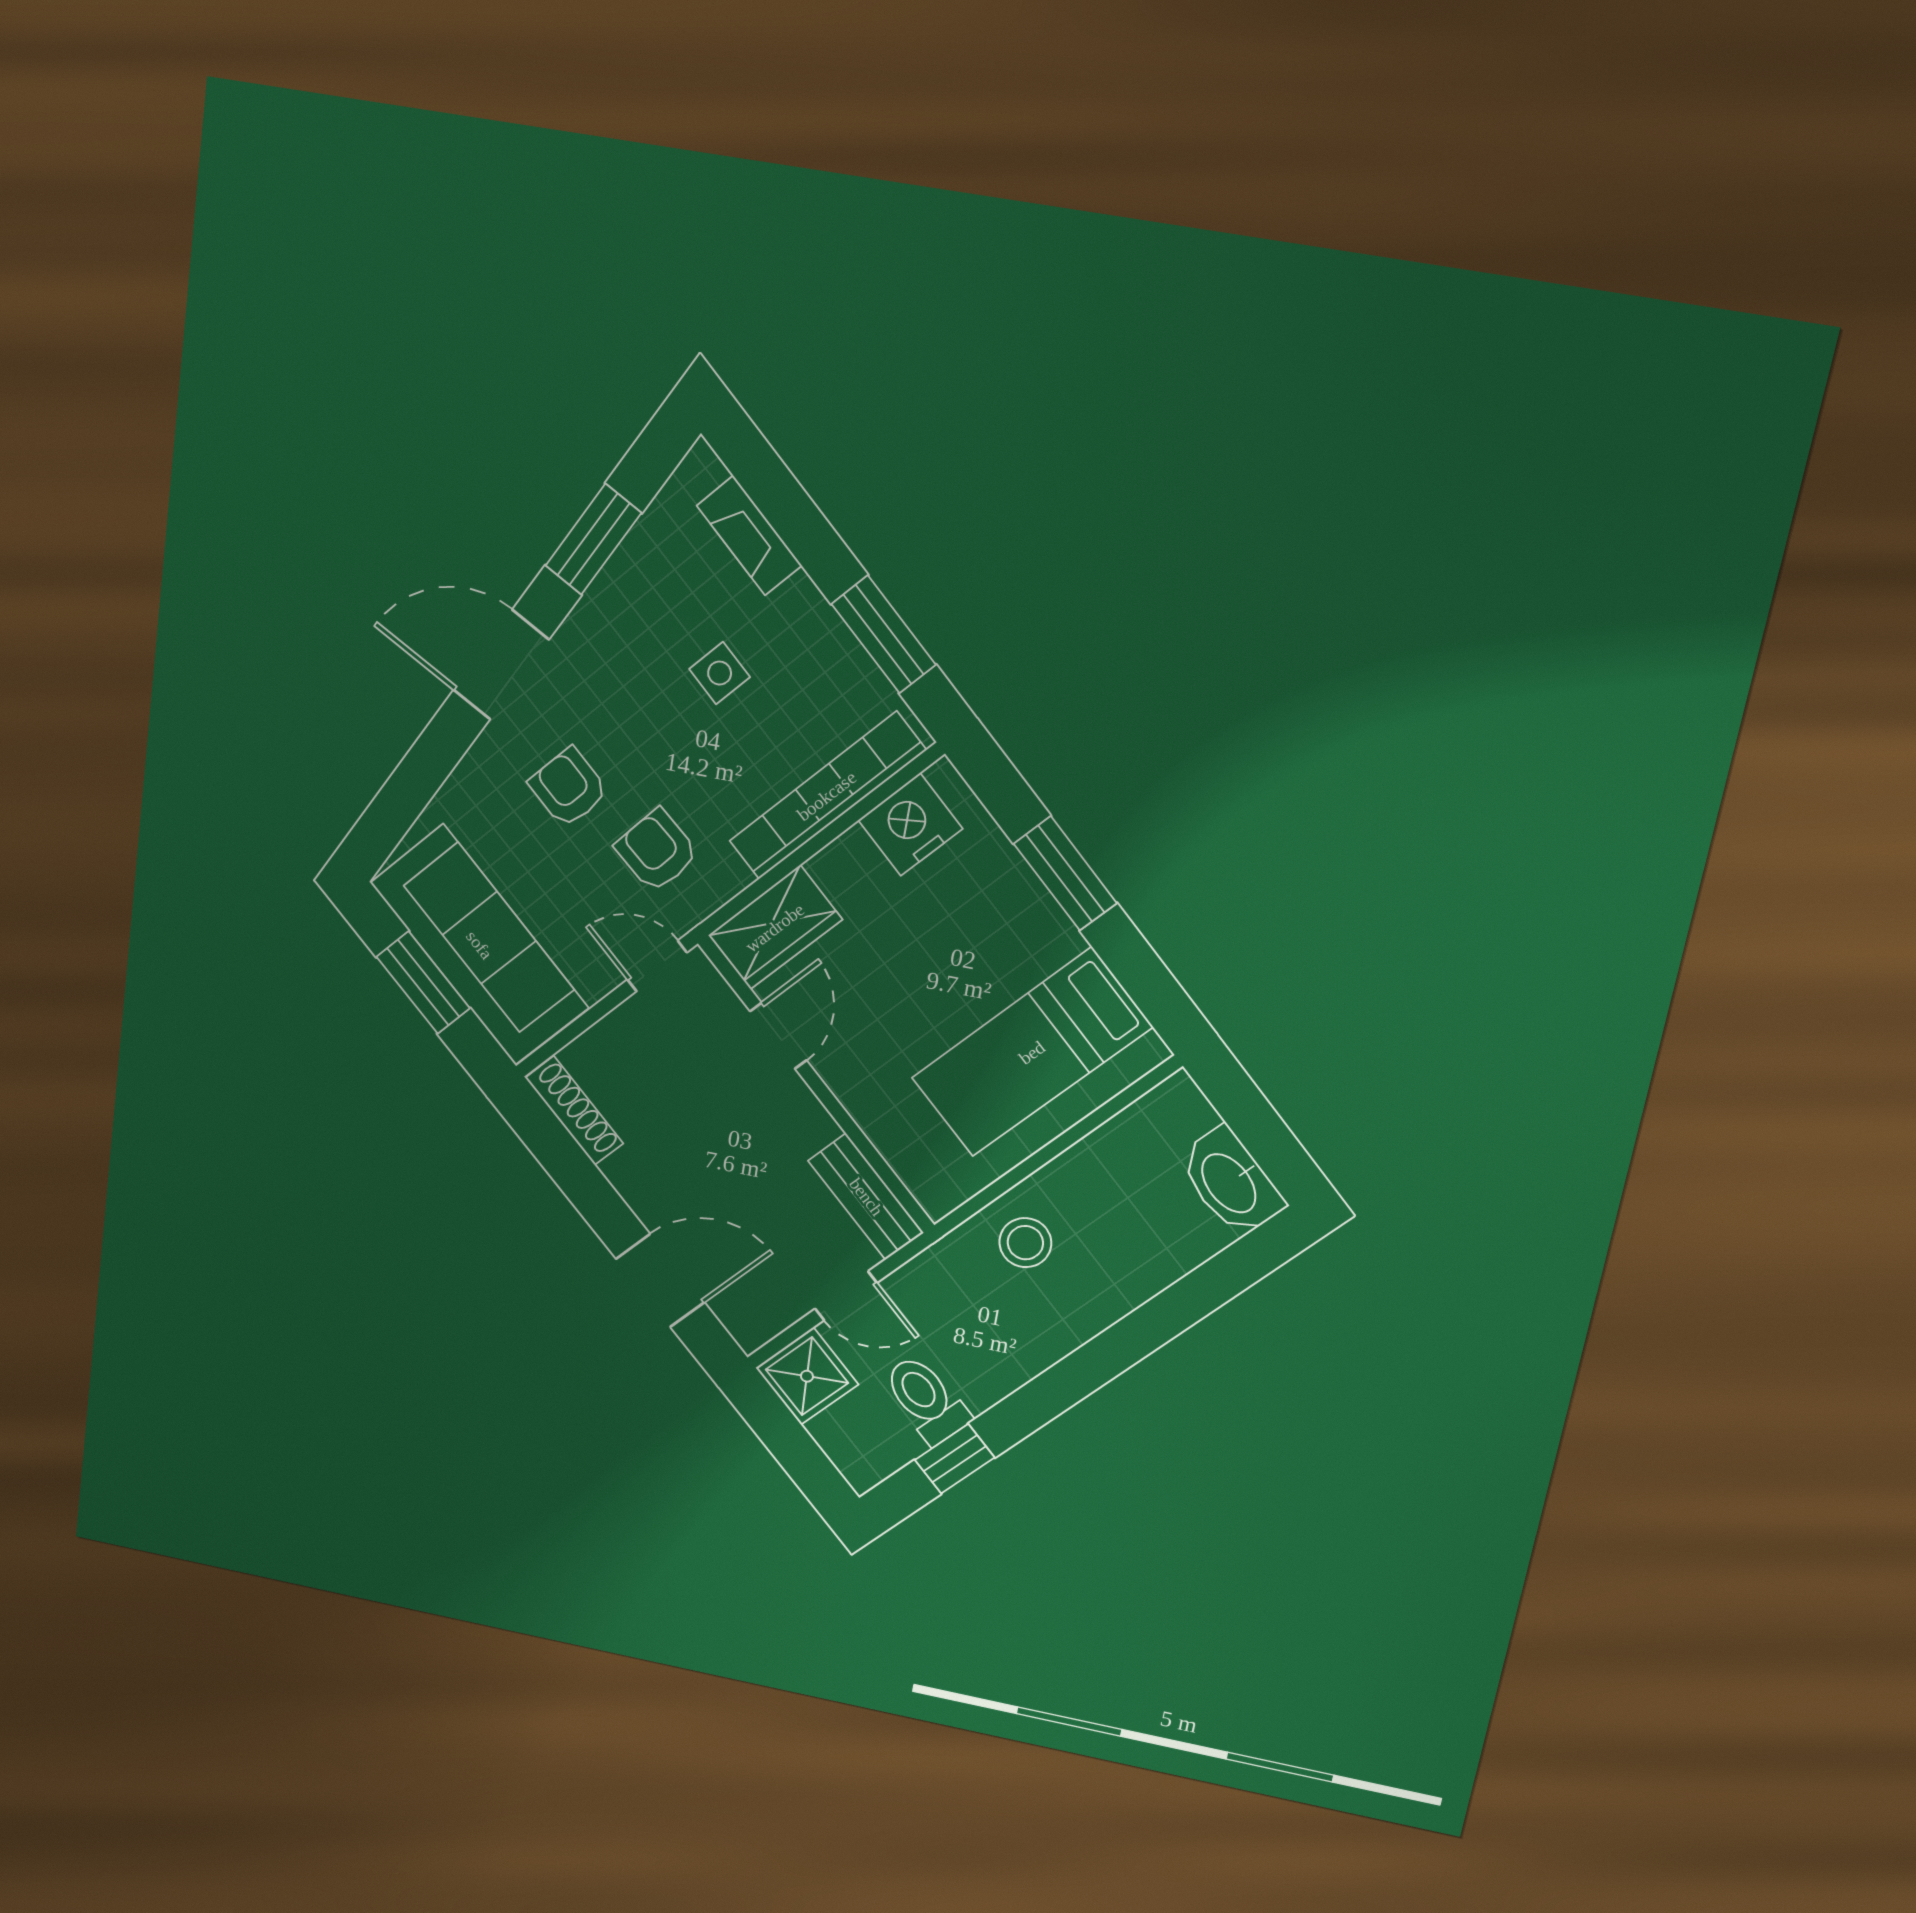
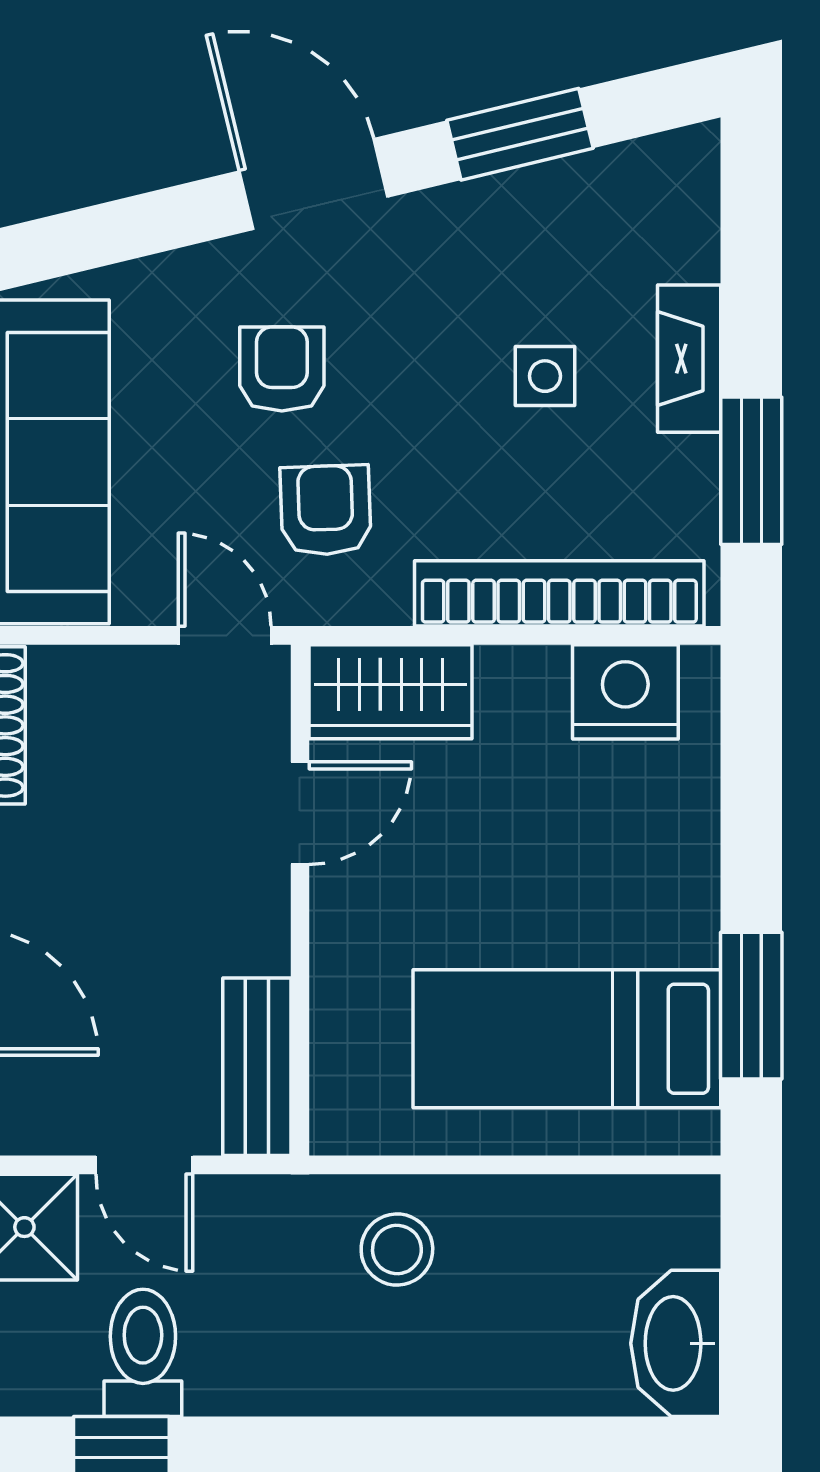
fireplace: (749, 536) -> (689, 359), moved
window: (1065, 873) -> (751, 1006), moved

